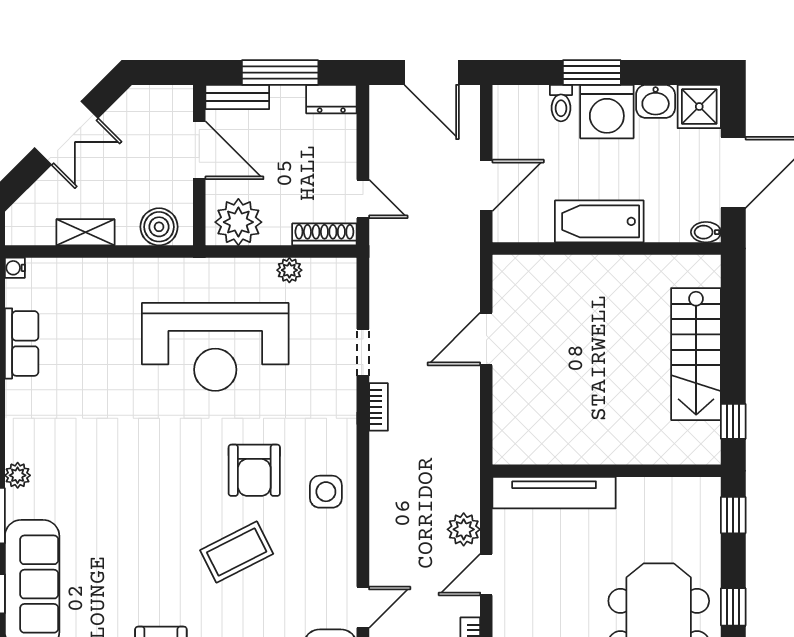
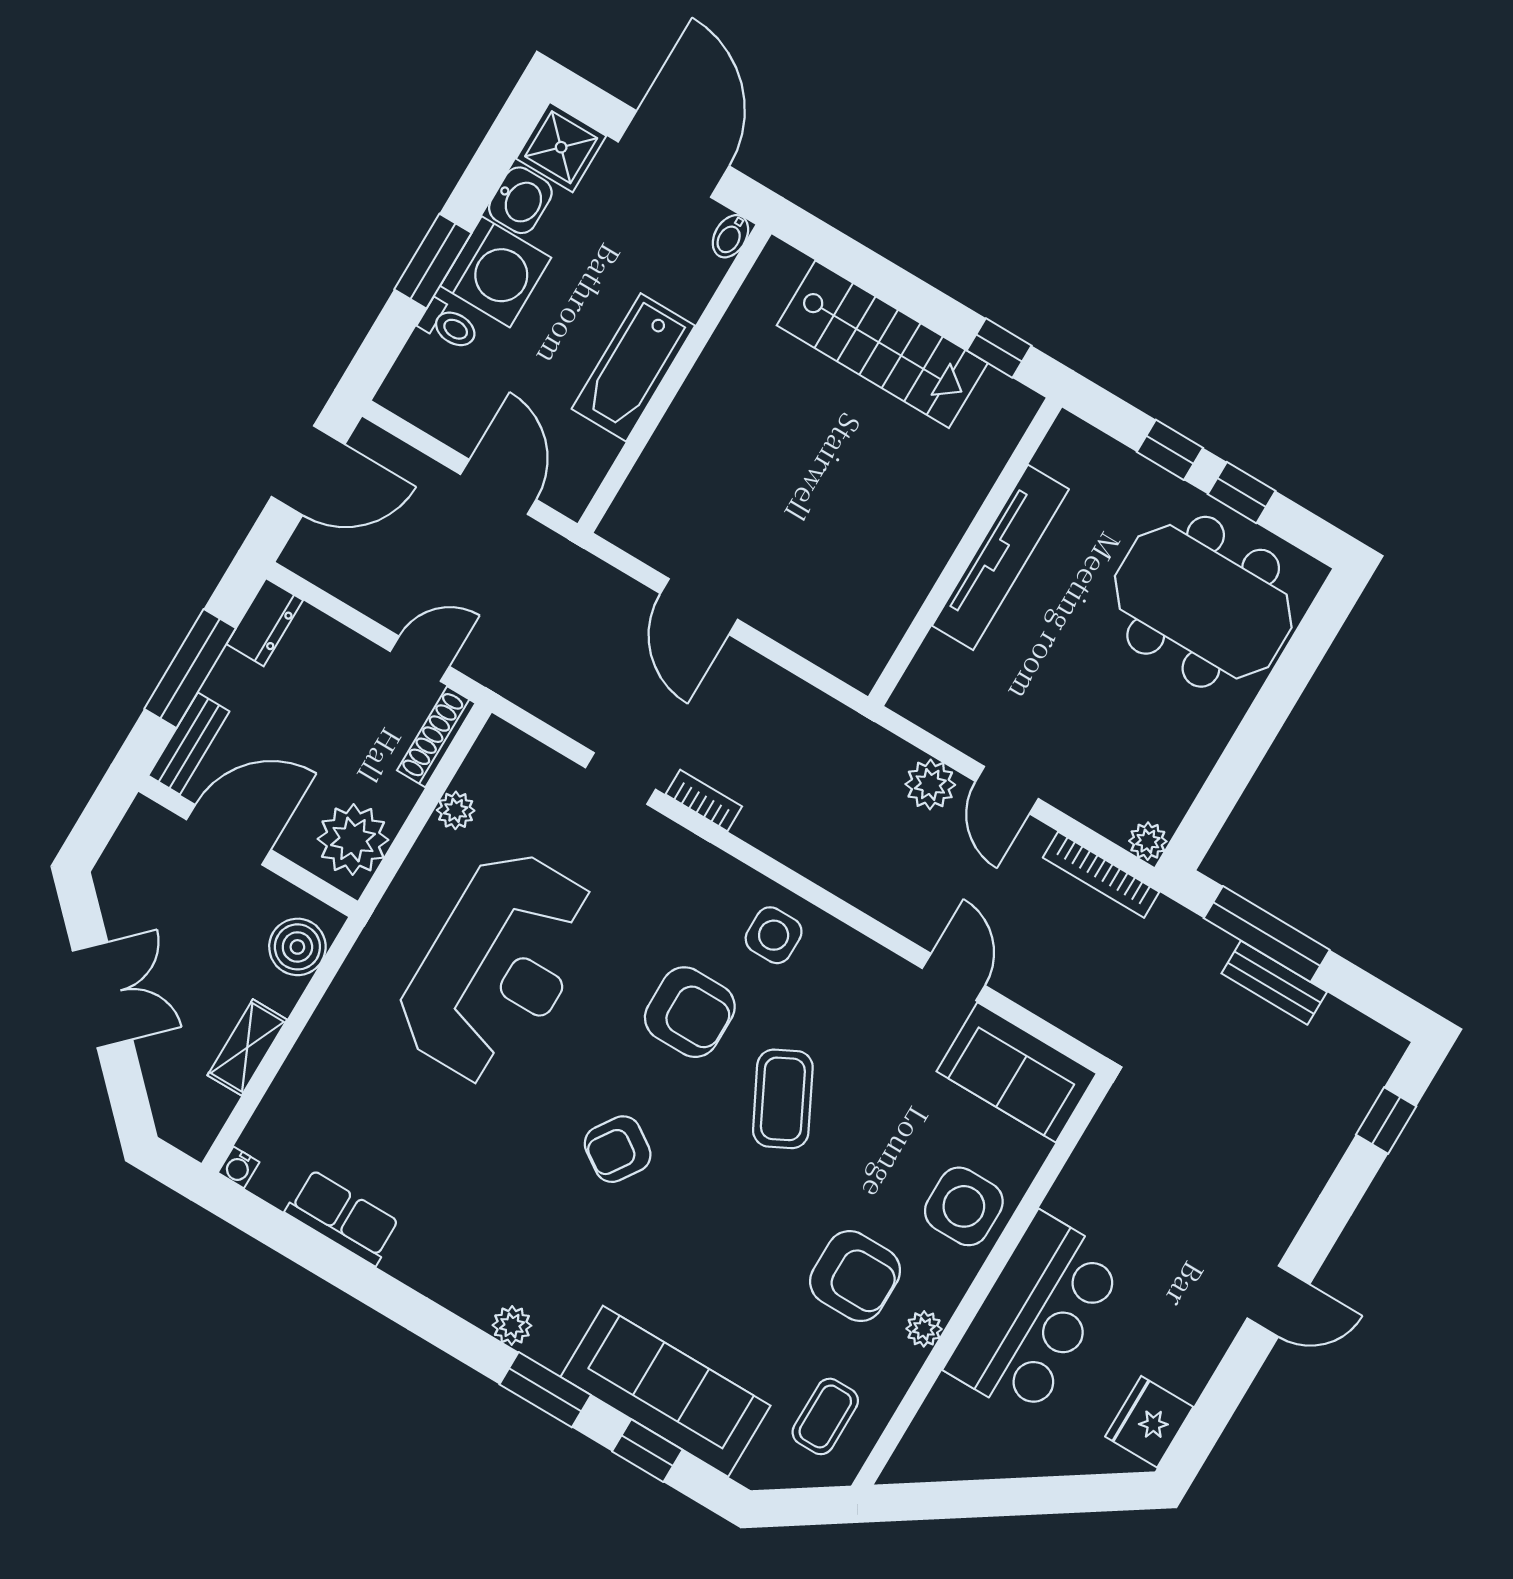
armchair: (153, 476) -> (618, 1149), added
tv unit: (554, 493) -> (1001, 557), moved
window: (733, 515) -> (1170, 450), moved

